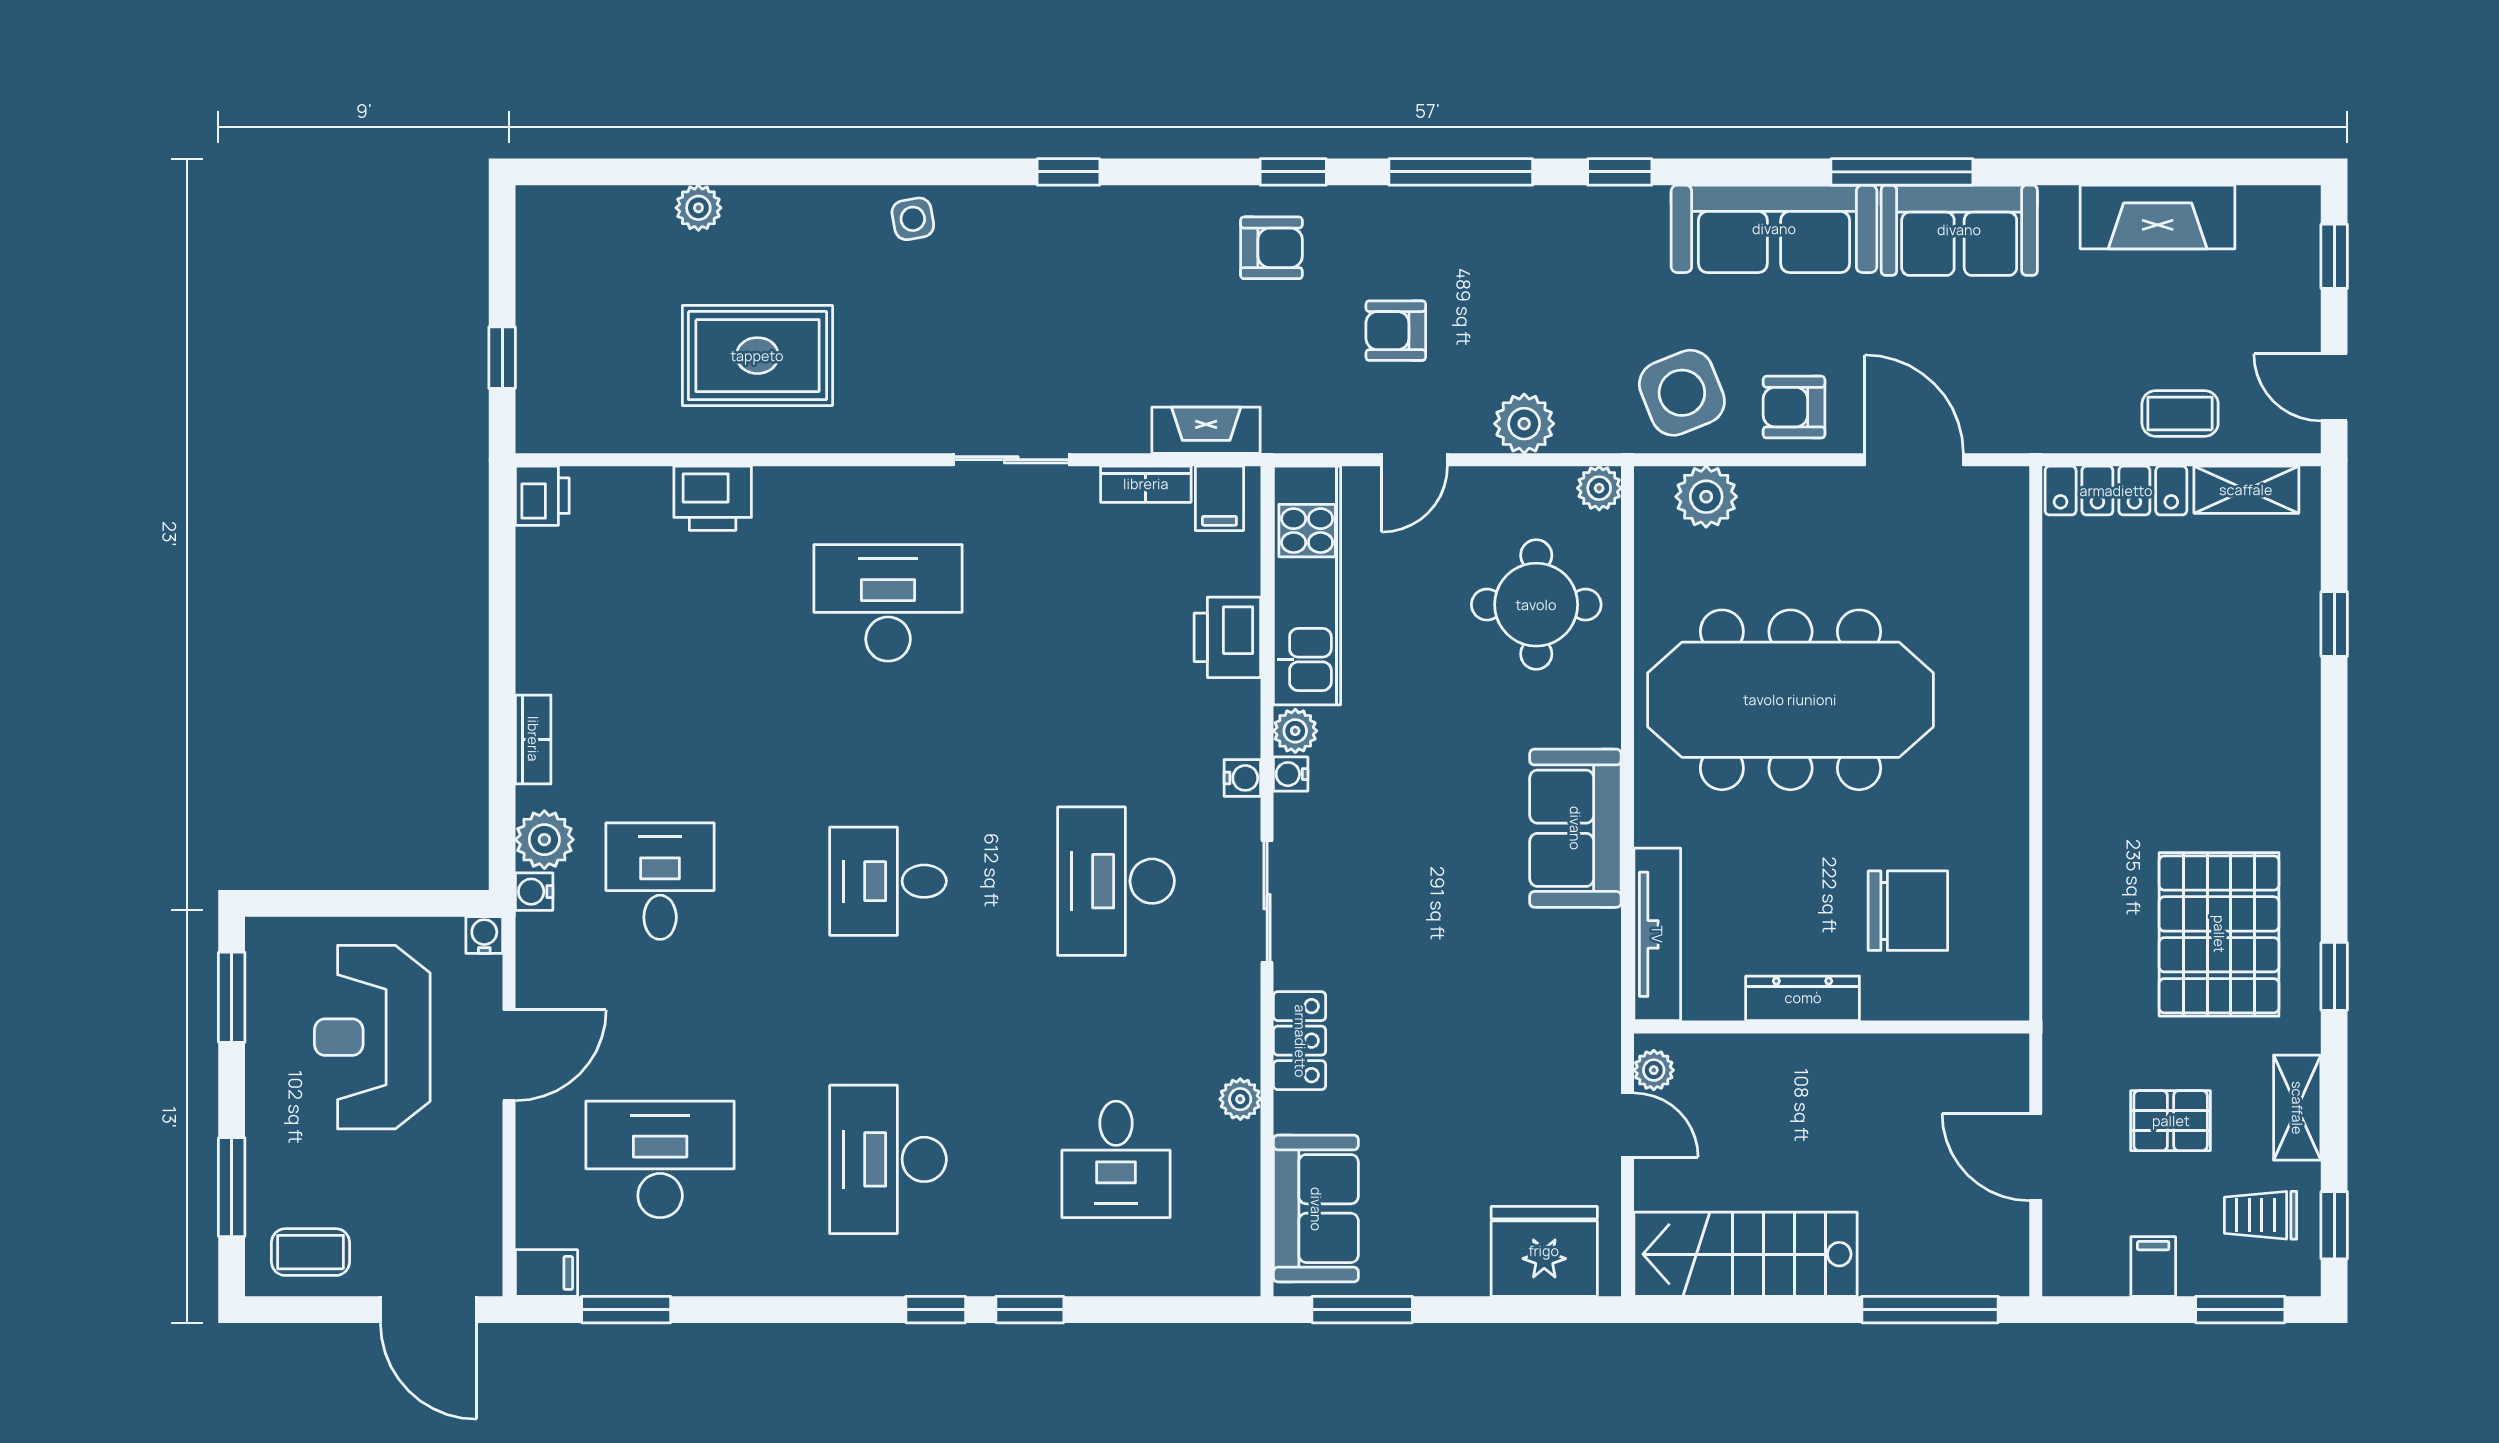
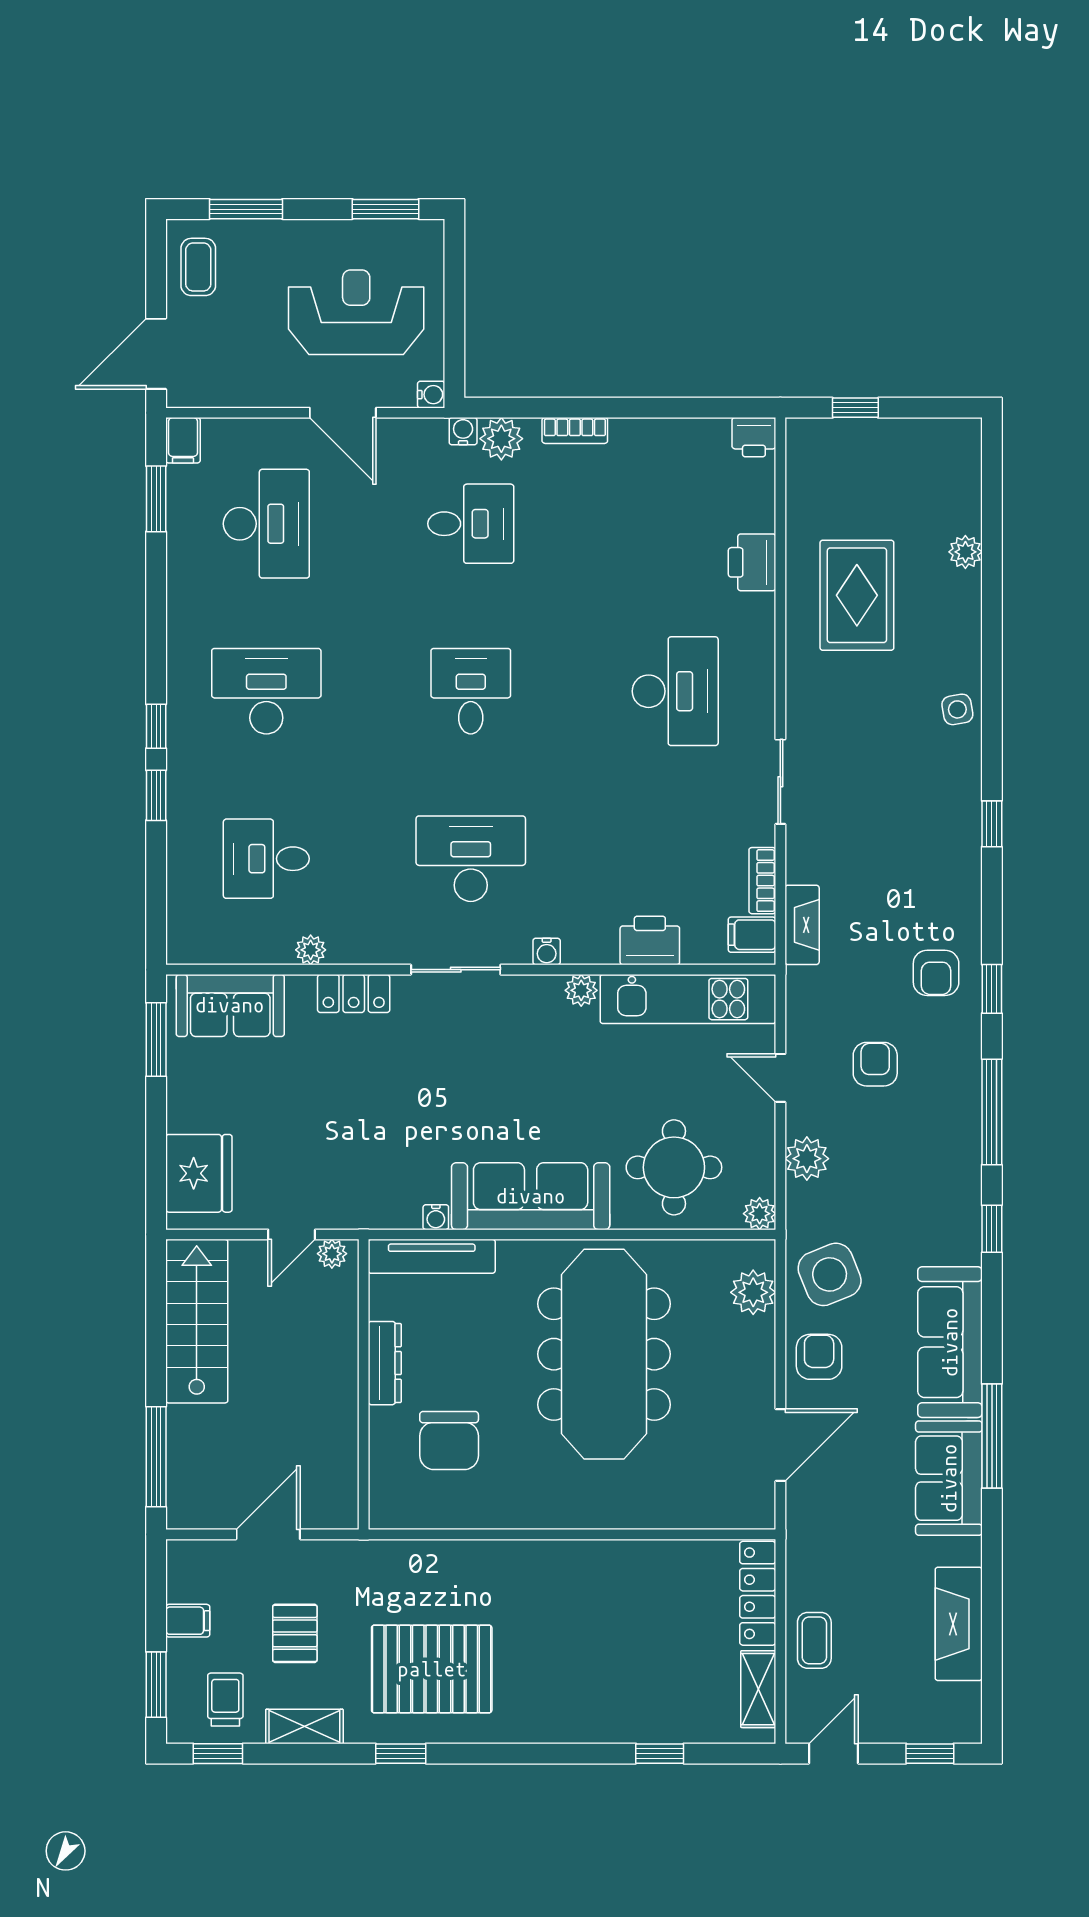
water cooler: (1291, 774) -> (436, 1217), moved, turned 180
sofa: (1575, 828) -> (531, 1196), width x1.36

